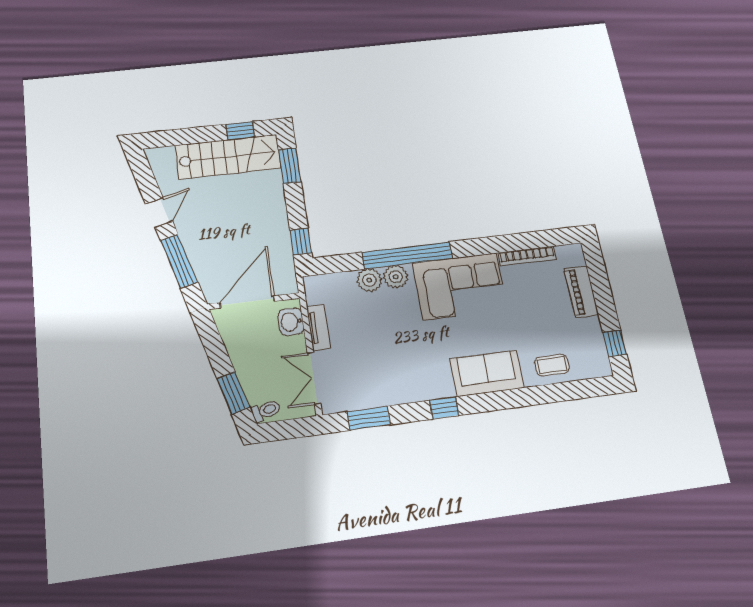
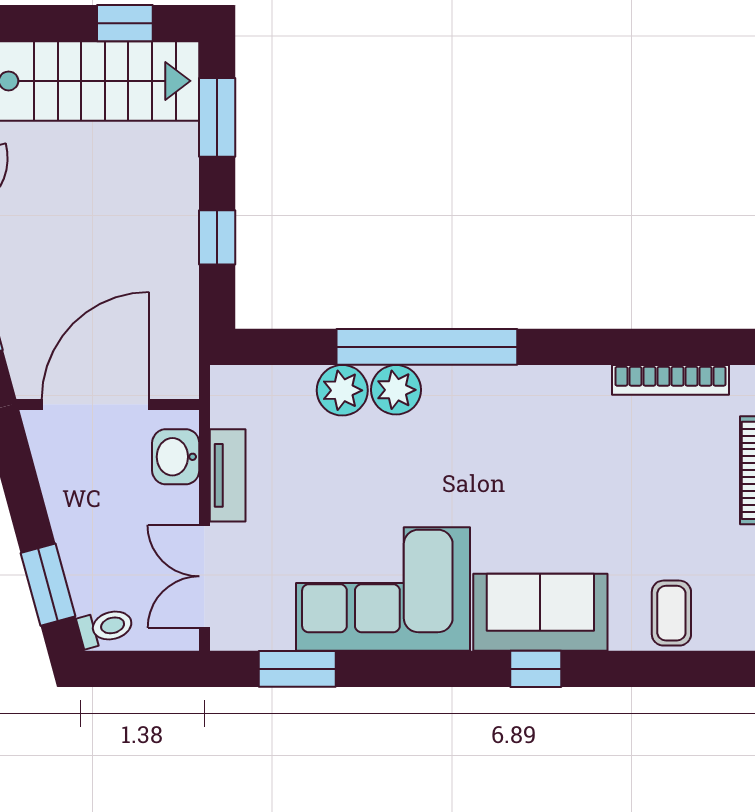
window: (301, 241) -> (217, 237), moved
corner sofa: (460, 286) -> (383, 589), moved, turned 180
coffee table: (552, 365) -> (671, 613), turned 90
window: (444, 408) -> (536, 669), moved

